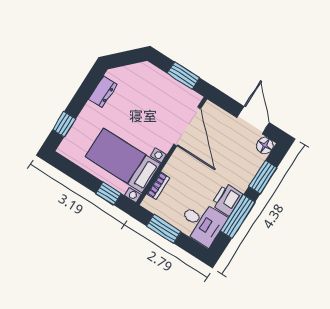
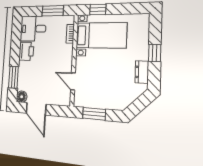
window: (64, 124) -> (155, 53), moved
door: (187, 126) -> (73, 81), width x0.53
window: (238, 217) -> (16, 45), removed

